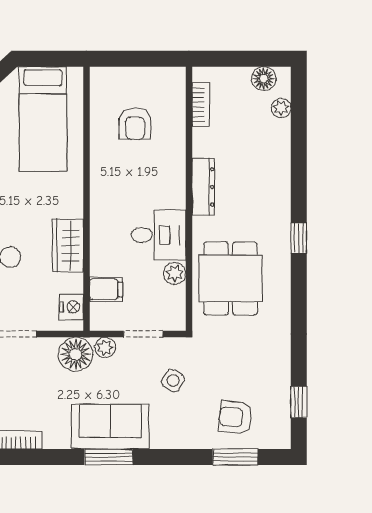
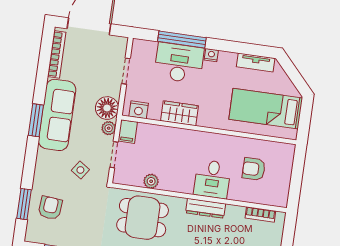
desk: (159, 235) -> (212, 179), moved
filing cabinet: (106, 289) -> (128, 132), moved
sofa: (110, 427) -> (57, 115), width x1.36

